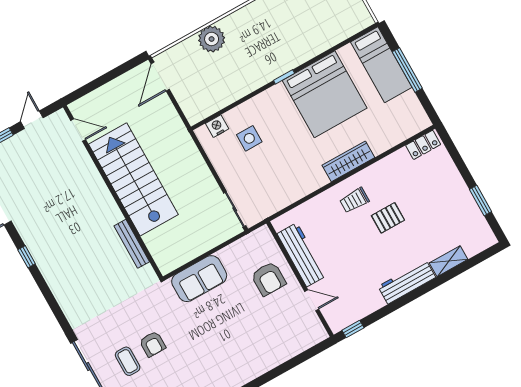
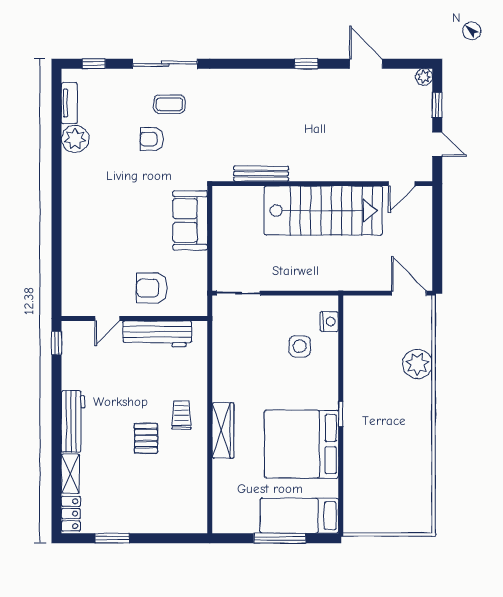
locker: (423, 145) -> (71, 514), moved, turned 180
coffee table: (128, 361) -> (169, 104), moved

